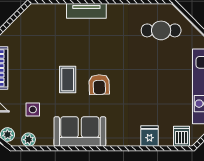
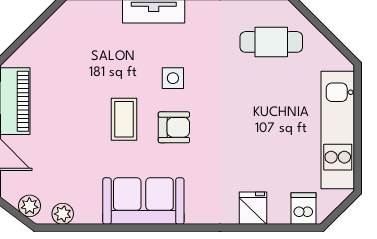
armchair: (99, 85) -> (174, 127), turned -88
side table: (33, 109) -> (173, 78), moved

